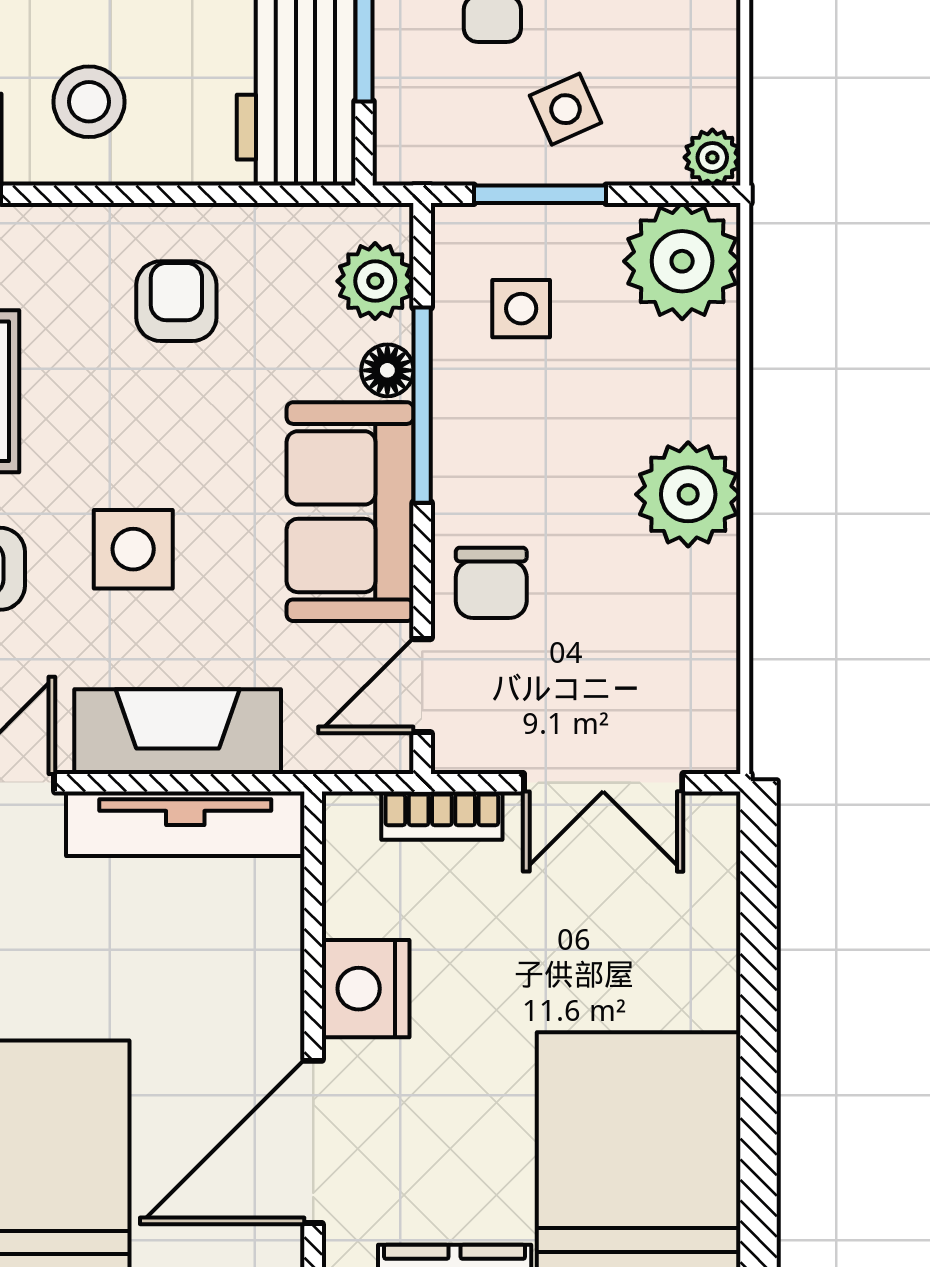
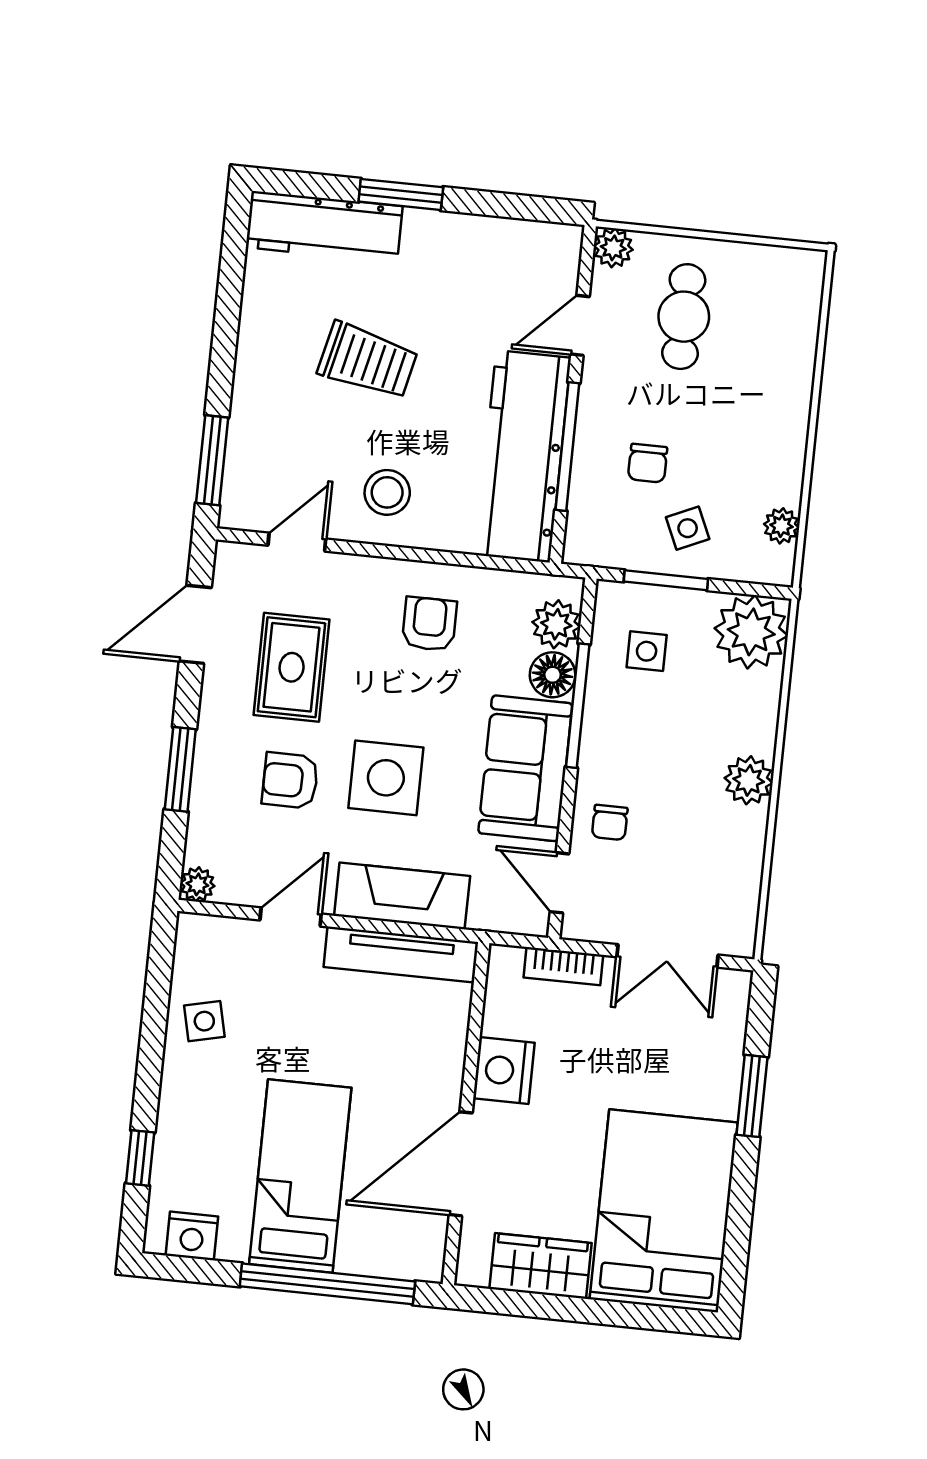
plant: (712, 157) -> (781, 526), moved
floor lamp: (387, 370) -> (553, 675), width x1.37, depth x1.37
plant: (688, 494) -> (749, 780), width x0.73, depth x0.73
side table: (133, 549) -> (386, 778), width x1.37, depth x1.37
chair: (491, 583) -> (610, 822), width x0.73, depth x0.73
door: (422, 686) -> (559, 883), hinge flipped
window: (758, 988) -> (752, 1096), added

